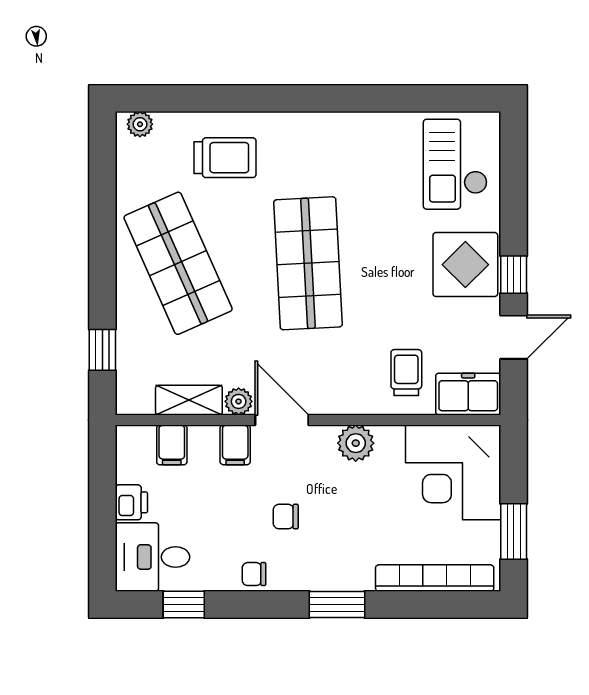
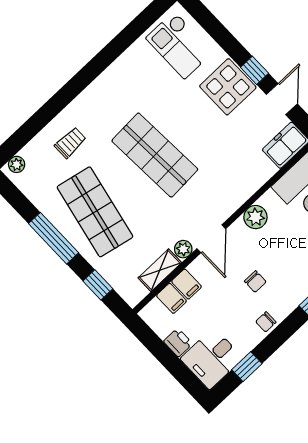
trolley: (225, 158) -> (70, 143), width x0.73, depth x0.72
window: (102, 248) -> (54, 238), added
shop shelf: (178, 263) -> (95, 212), turned 36
trolley: (406, 373) -> (248, 162), removed
door: (282, 420) -> (211, 239), swing flipped
filing cabinet: (235, 445) -> (187, 284), moved
chair: (286, 517) -> (255, 282), turned -90

